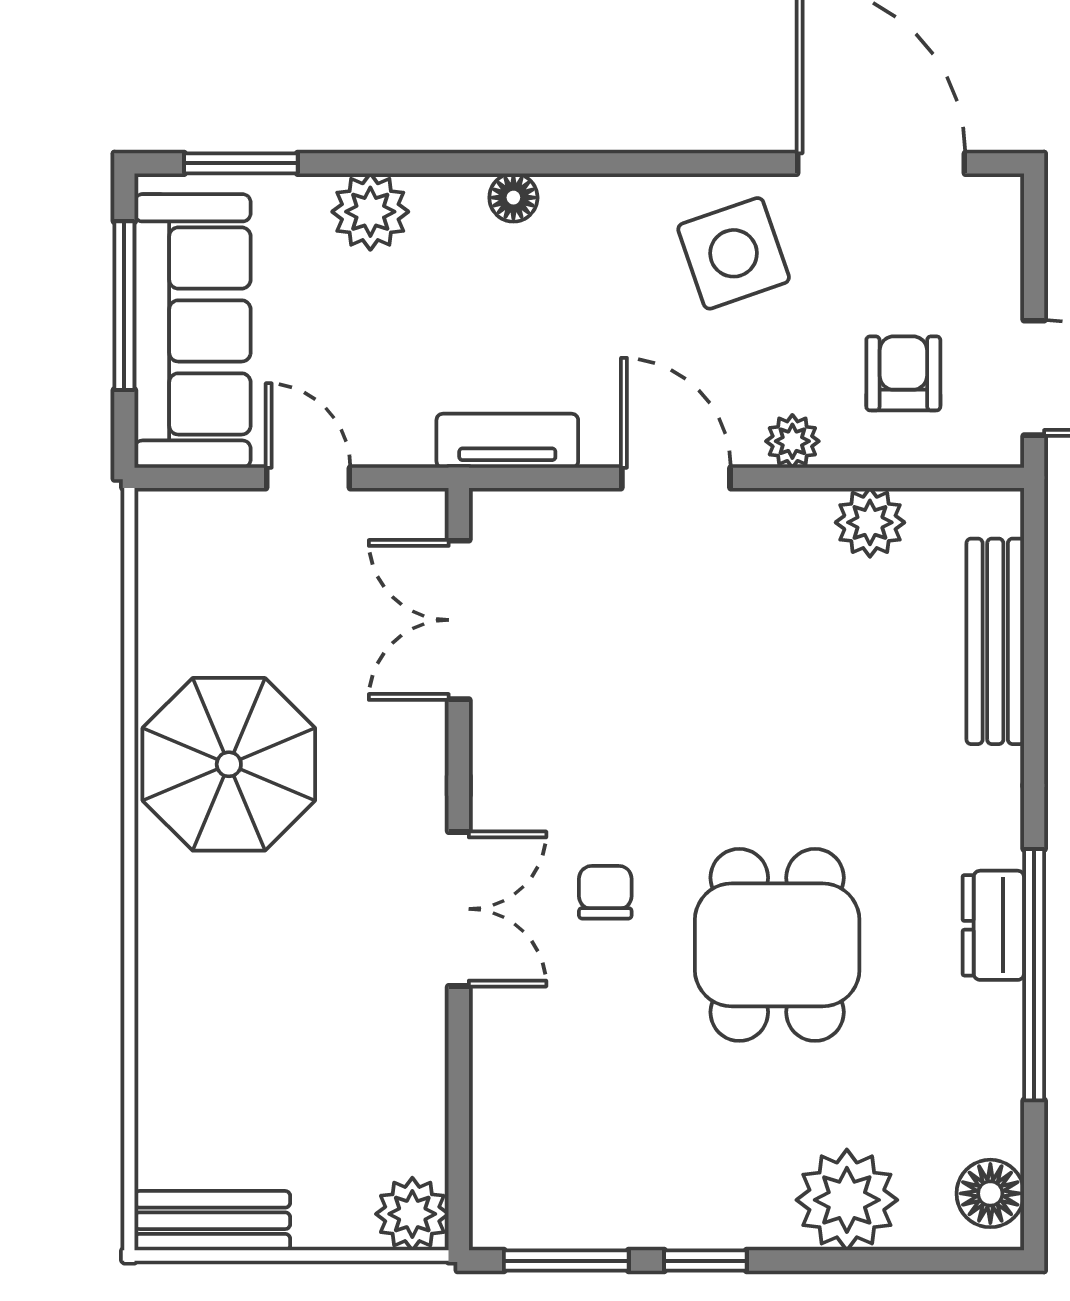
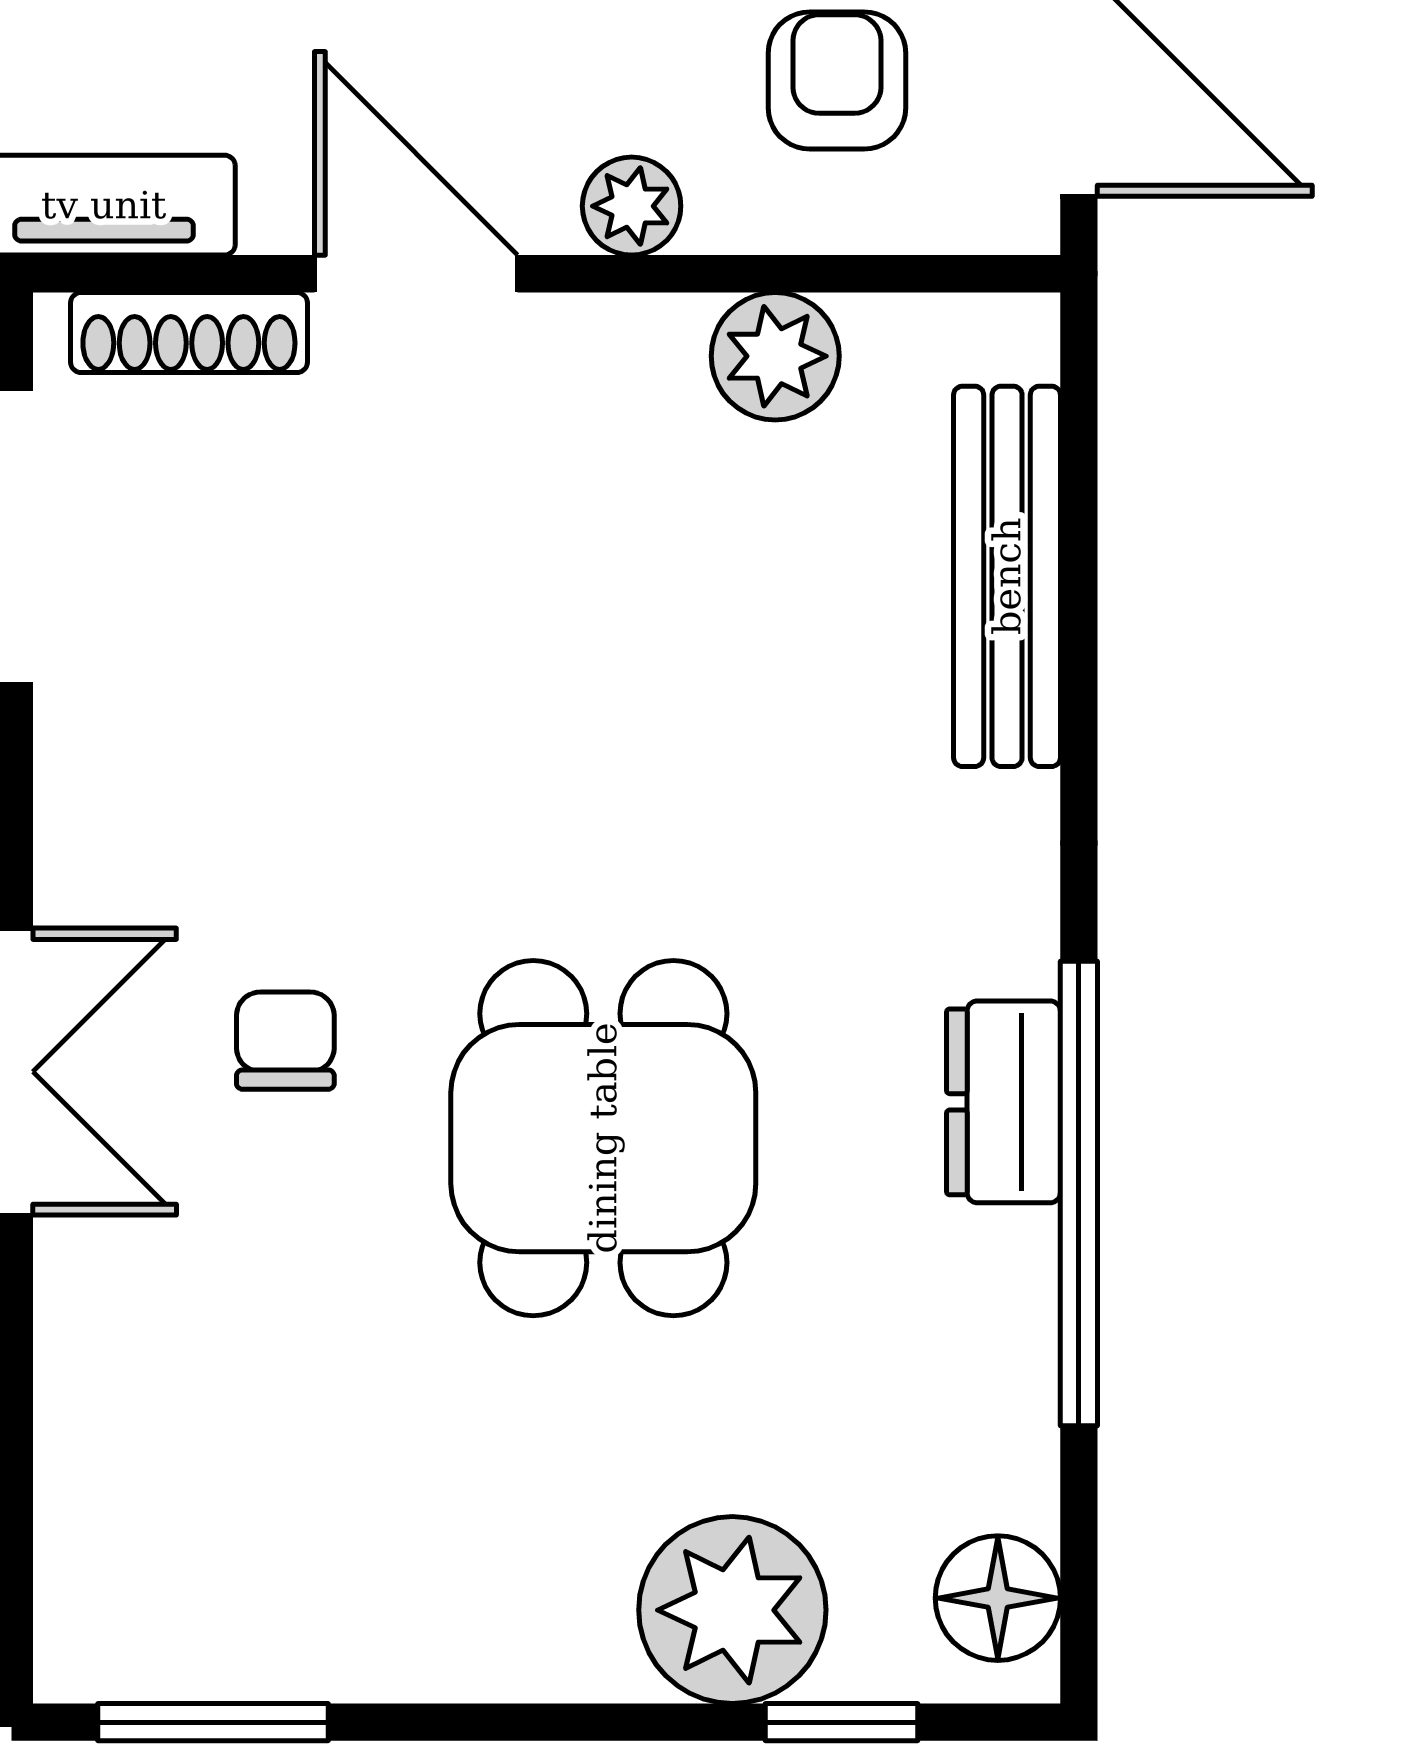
shoe rack: (553, 510) -> (189, 333), added
window: (705, 1261) -> (842, 1722), moved

